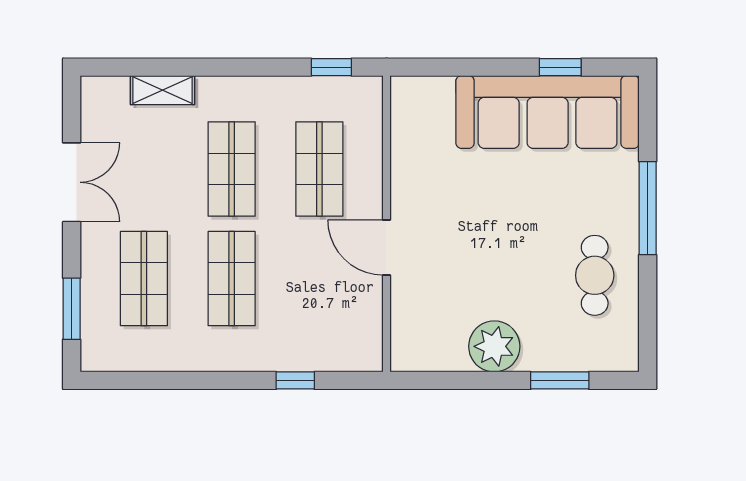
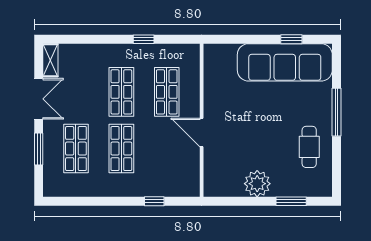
window: (331, 67) -> (144, 39), moved
shelving: (163, 90) -> (50, 60), moved, turned 90
window: (72, 309) -> (39, 149), moved

